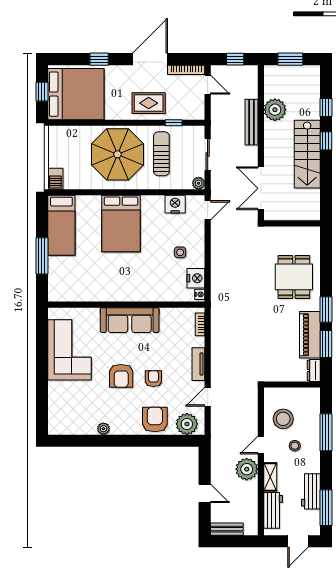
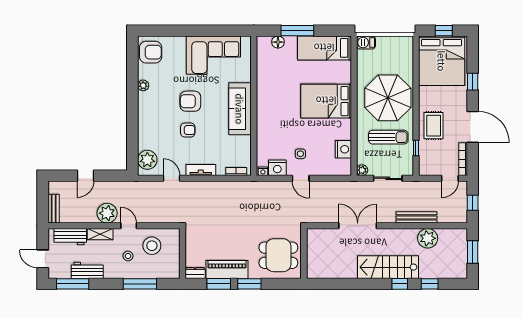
door: (208, 210) -> (301, 178), moved
wall: (292, 223) -> (304, 253), moved
floor lamp: (55, 277) -> (278, 42), added
armchair: (155, 420) -> (151, 52), moved
bench: (227, 529) -> (54, 209), moved

